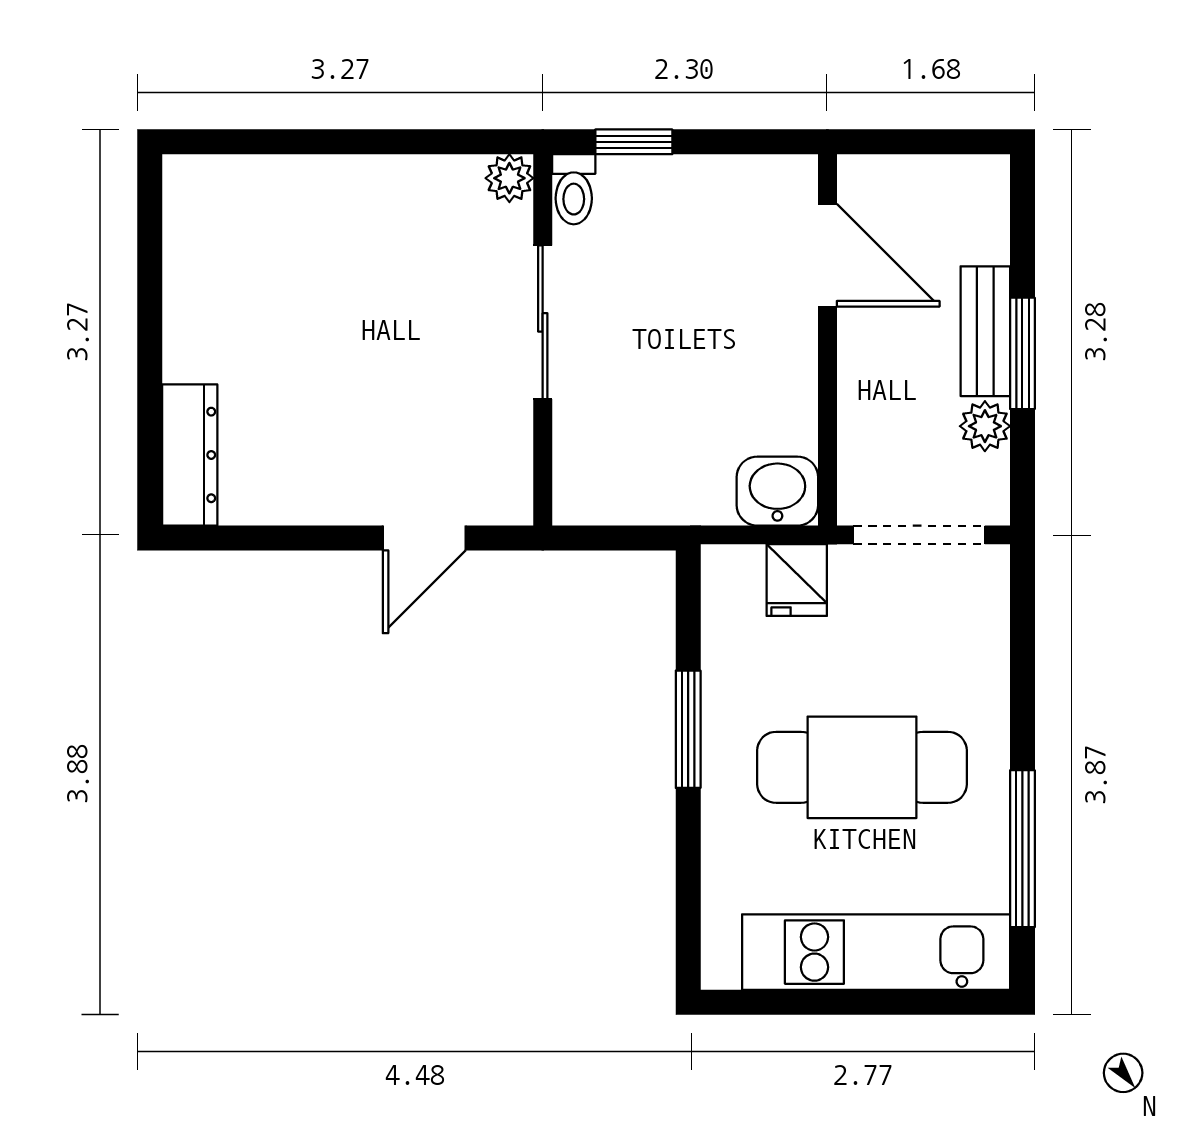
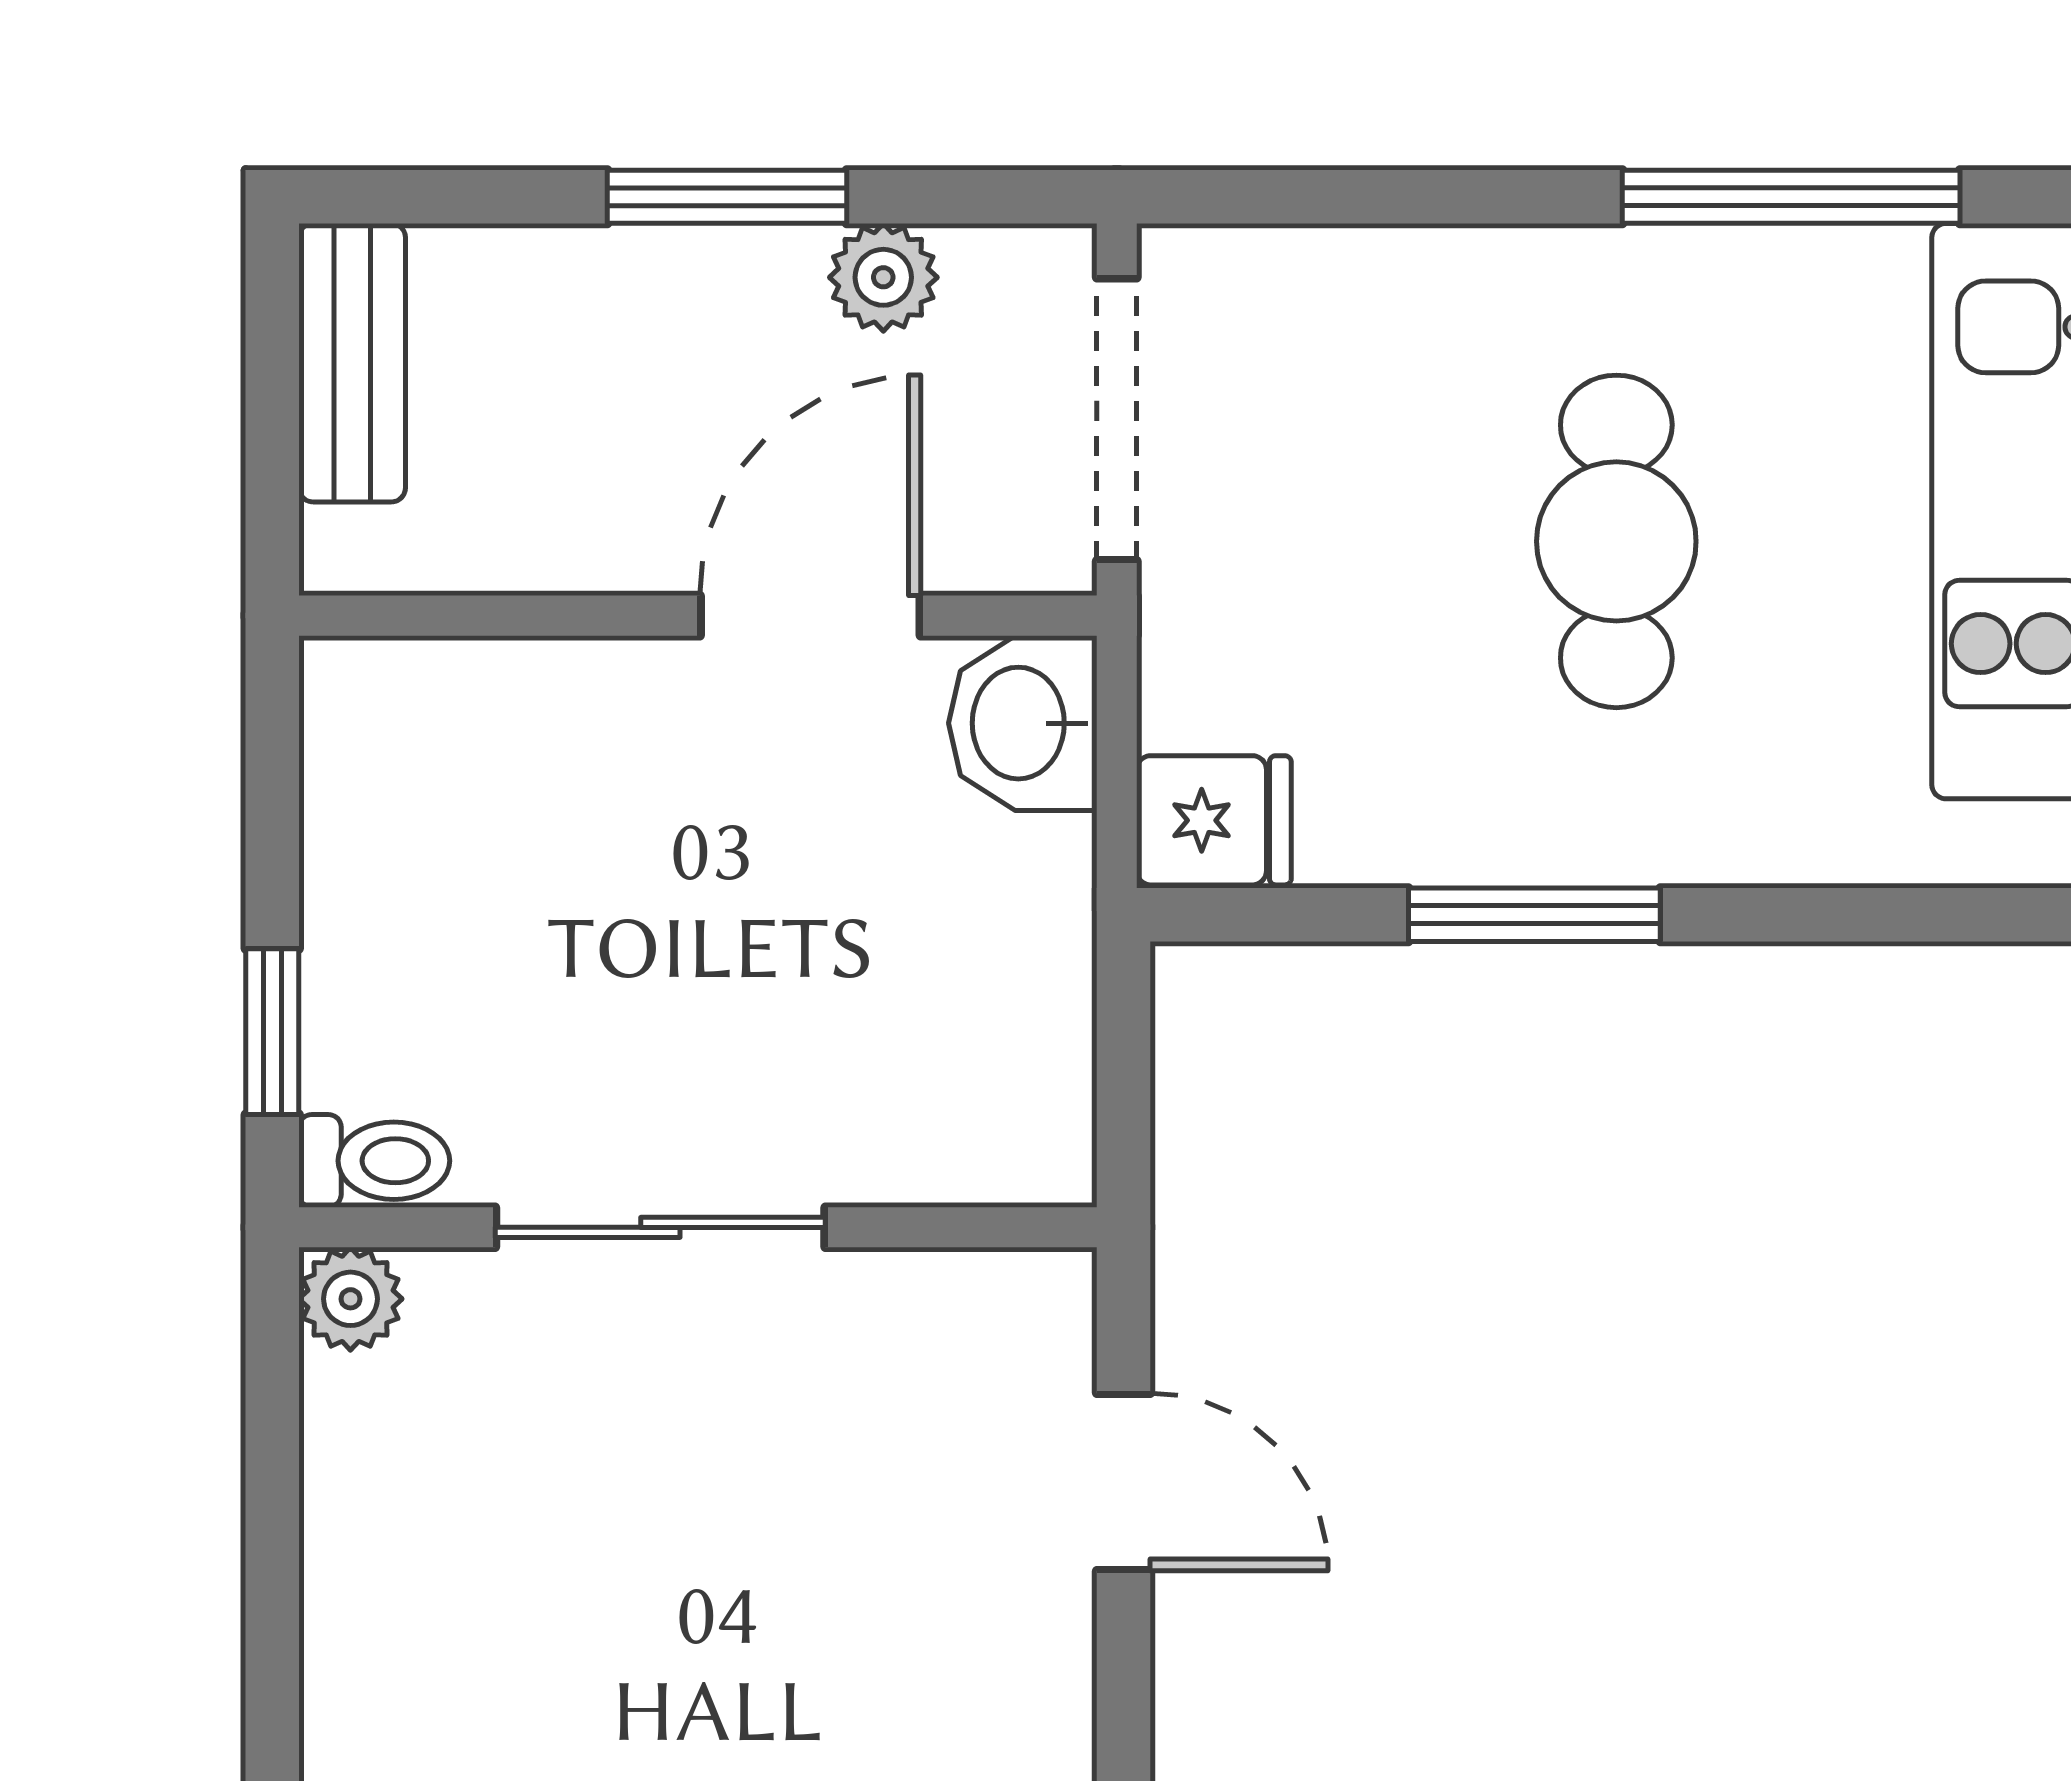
door: (827, 255) -> (810, 616), moved
bench: (985, 331) -> (352, 363), moved, turned 90
fridge: (797, 580) -> (1214, 820), moved
cafe table: (862, 767) -> (1616, 541), width x0.73, depth x0.74

